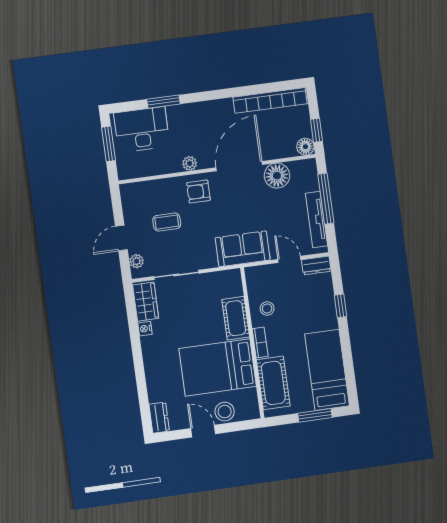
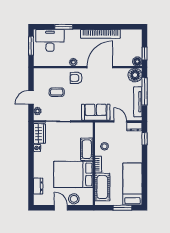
bookcase: (270, 100) -> (100, 34), moved
floor lamp: (277, 176) -> (135, 75), moved
window: (340, 306) -> (145, 139), moved
dresser: (159, 418) -> (38, 186), moved

